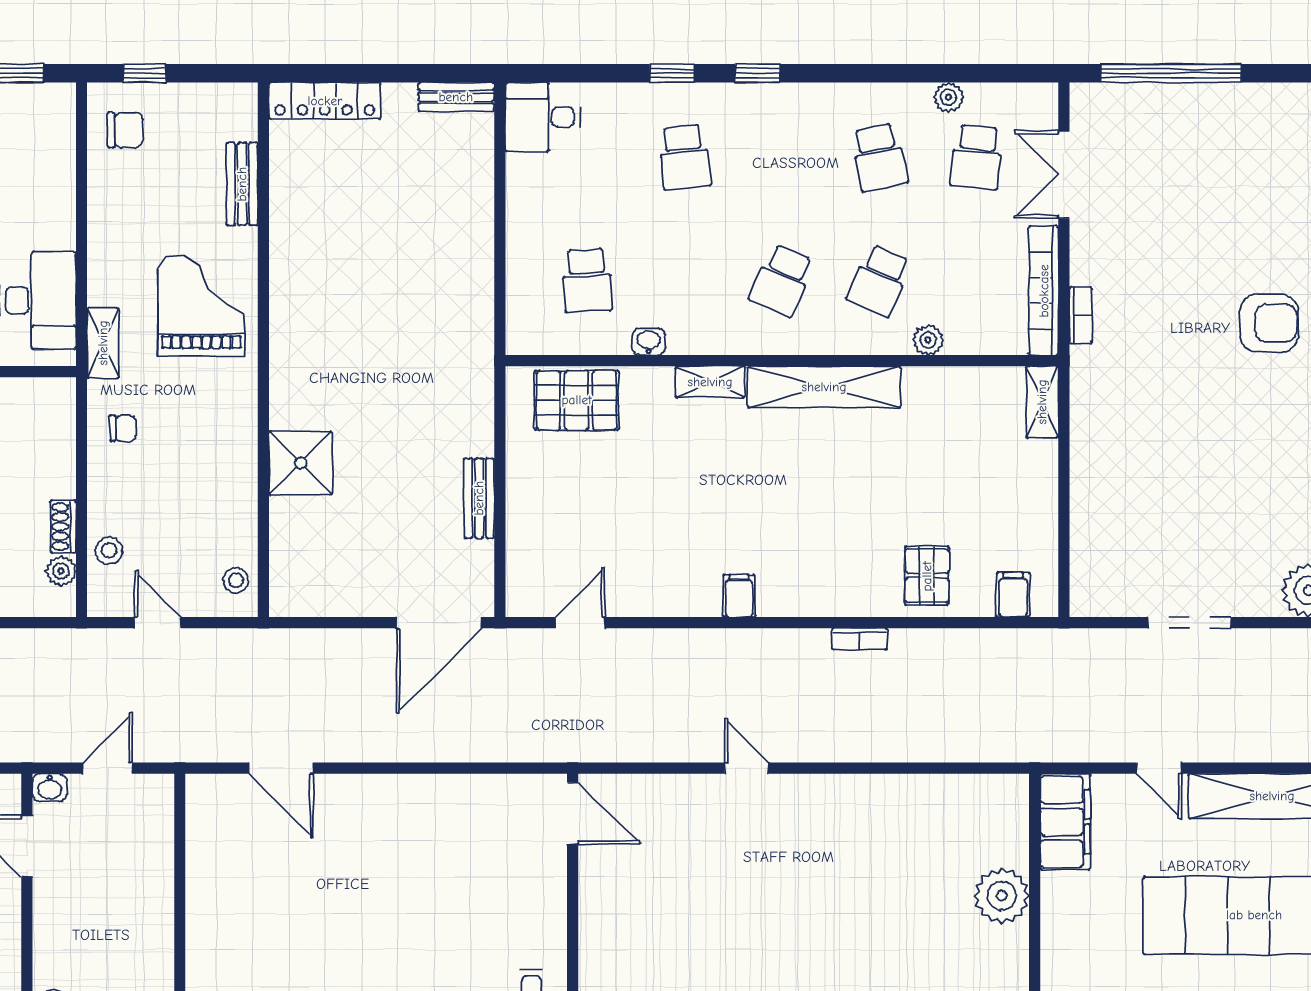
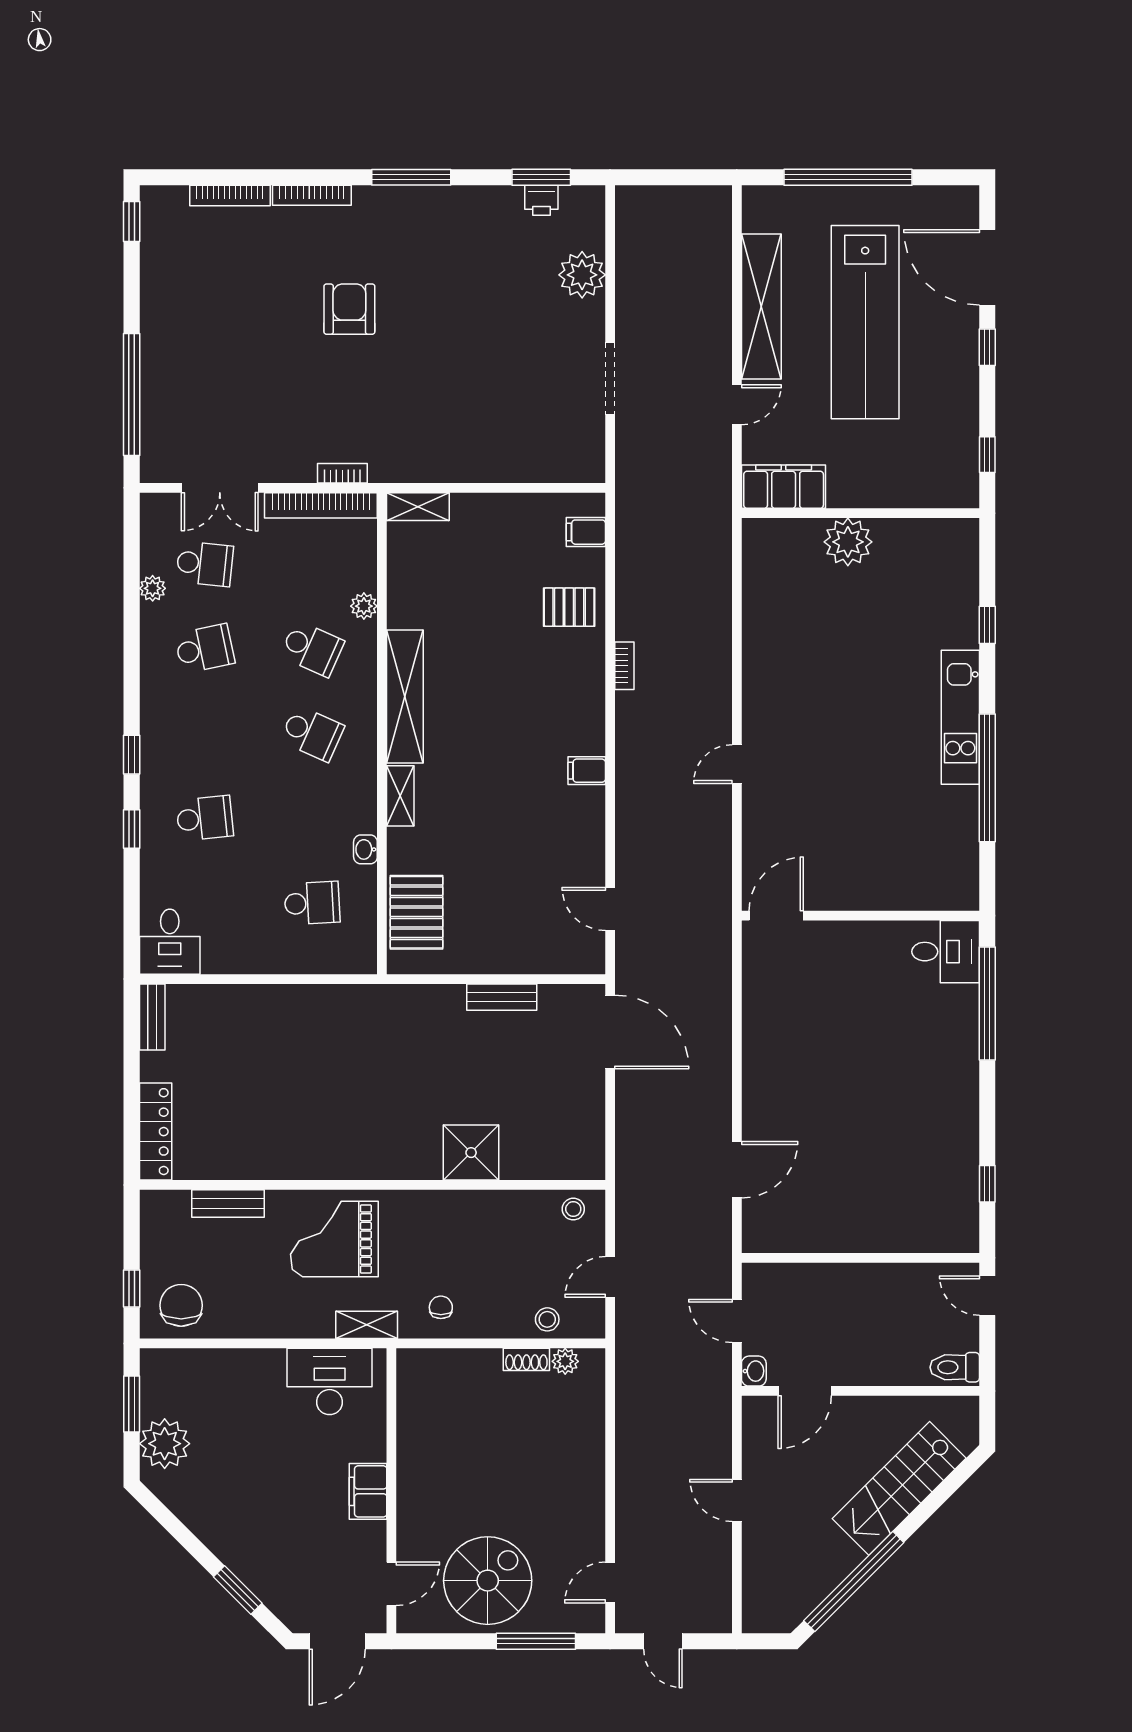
chair: (125, 130) -> (181, 1305), width x1.37, depth x1.37

